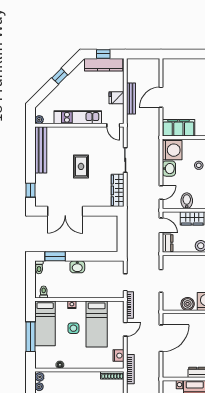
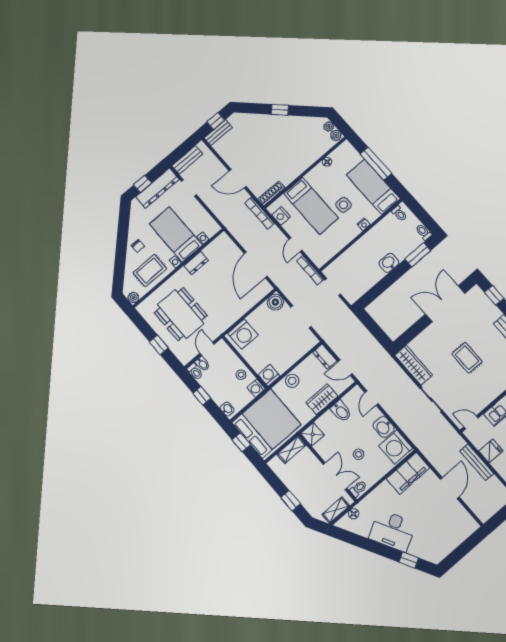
boiler: (188, 304) -> (275, 302), moved
bed: (97, 324) -> (311, 206), moved, turned 180

